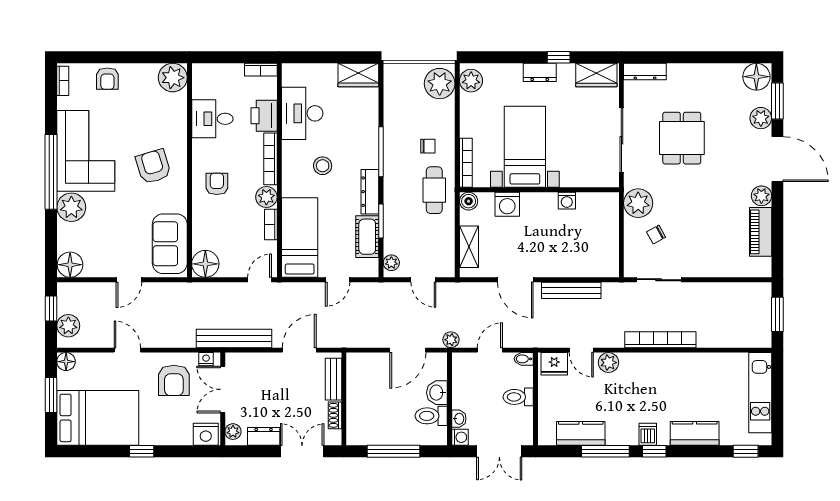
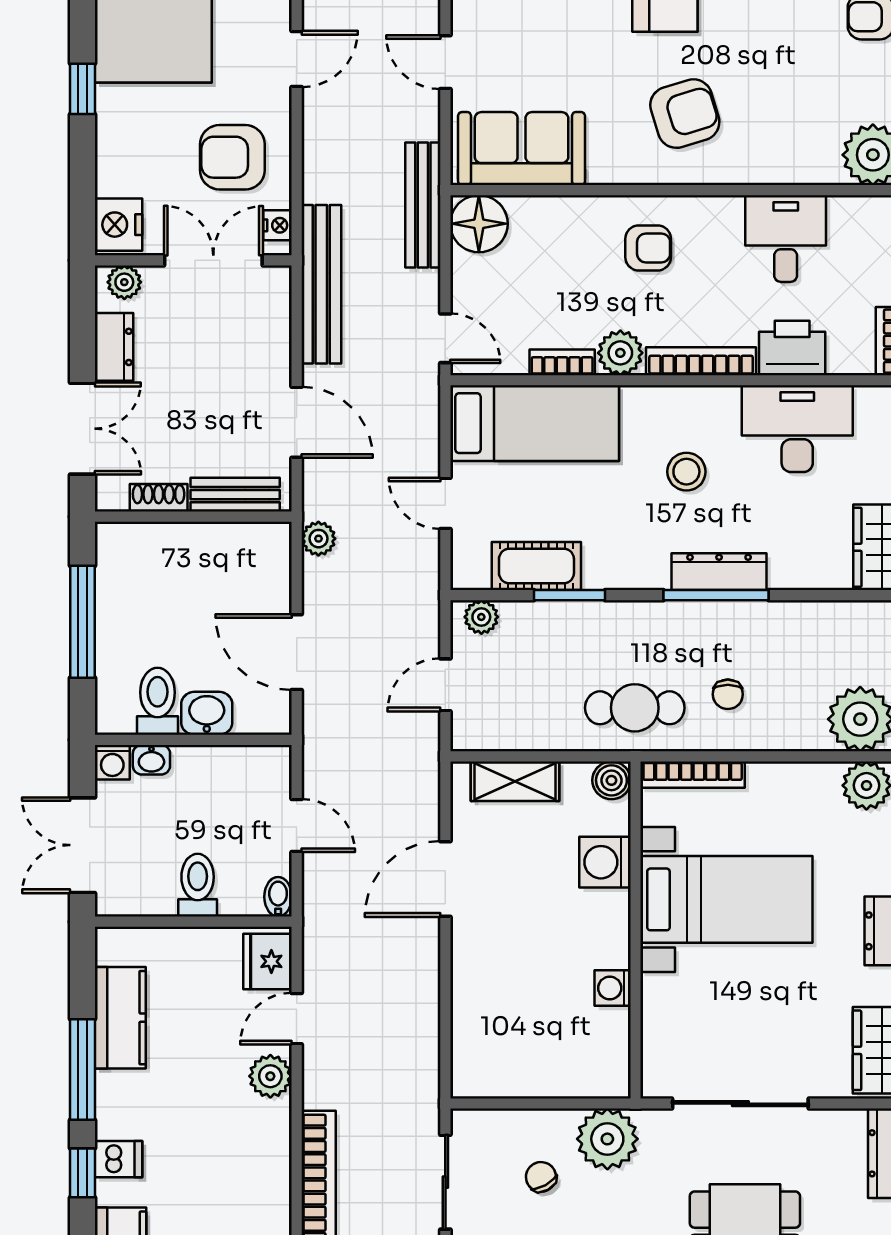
dresser: (370, 192) -> (719, 572), moved
bench: (571, 290) -> (423, 205), moved
plant: (451, 340) -> (318, 539), moved

